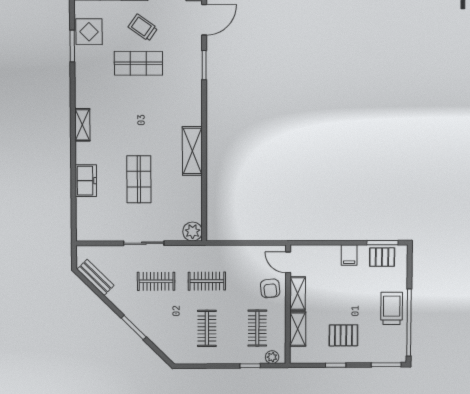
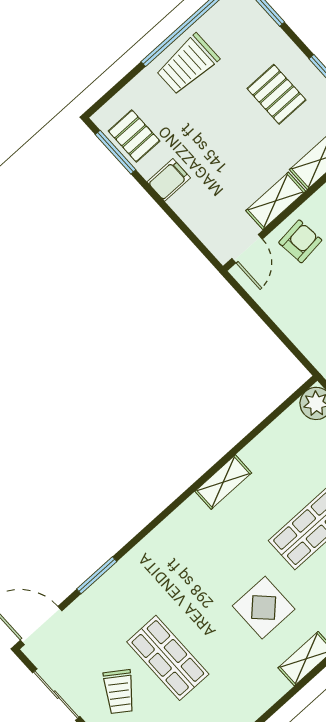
display table: (122, 127) -> (264, 608), added
shelving: (192, 151) -> (223, 482), width x0.67, depth x0.75

